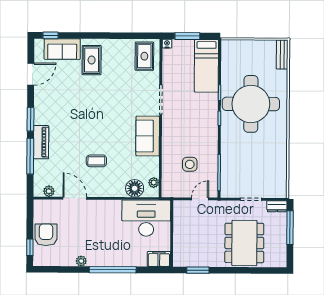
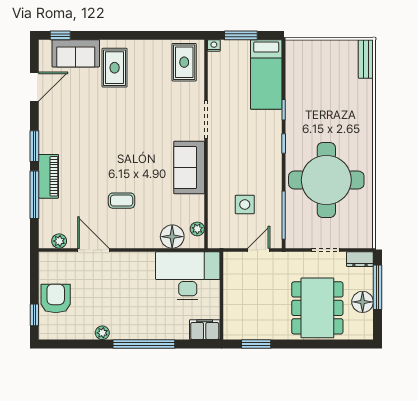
round table: (251, 104) -> (326, 180), moved
floor lamp: (279, 239) -> (363, 302), added

